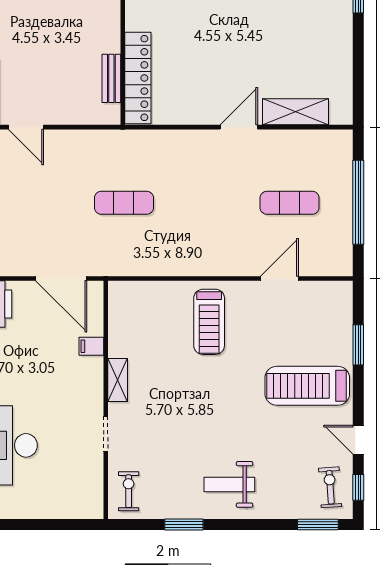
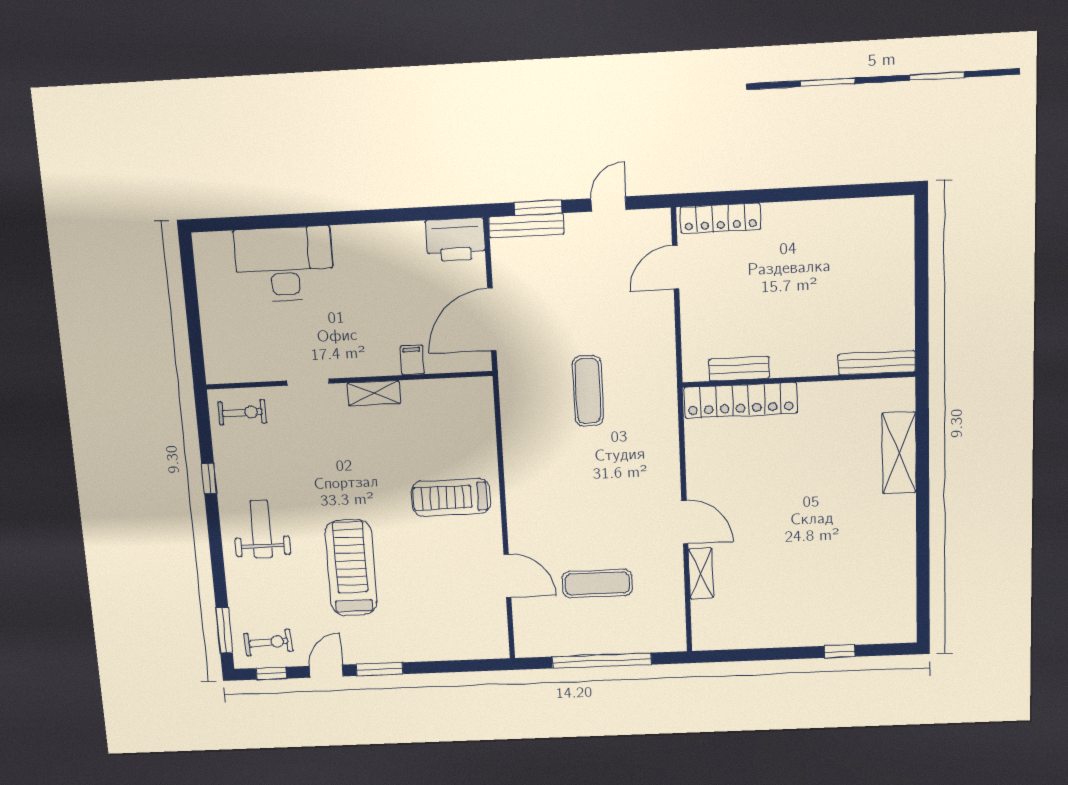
shelving: (295, 112) -> (701, 573), width x0.67, depth x0.75
exercise mat: (290, 203) -> (597, 583), turned 90
window: (358, 345) -> (379, 669), moved
treadmill: (307, 386) -> (351, 568), moved
window: (184, 525) -> (209, 479), width x0.67

